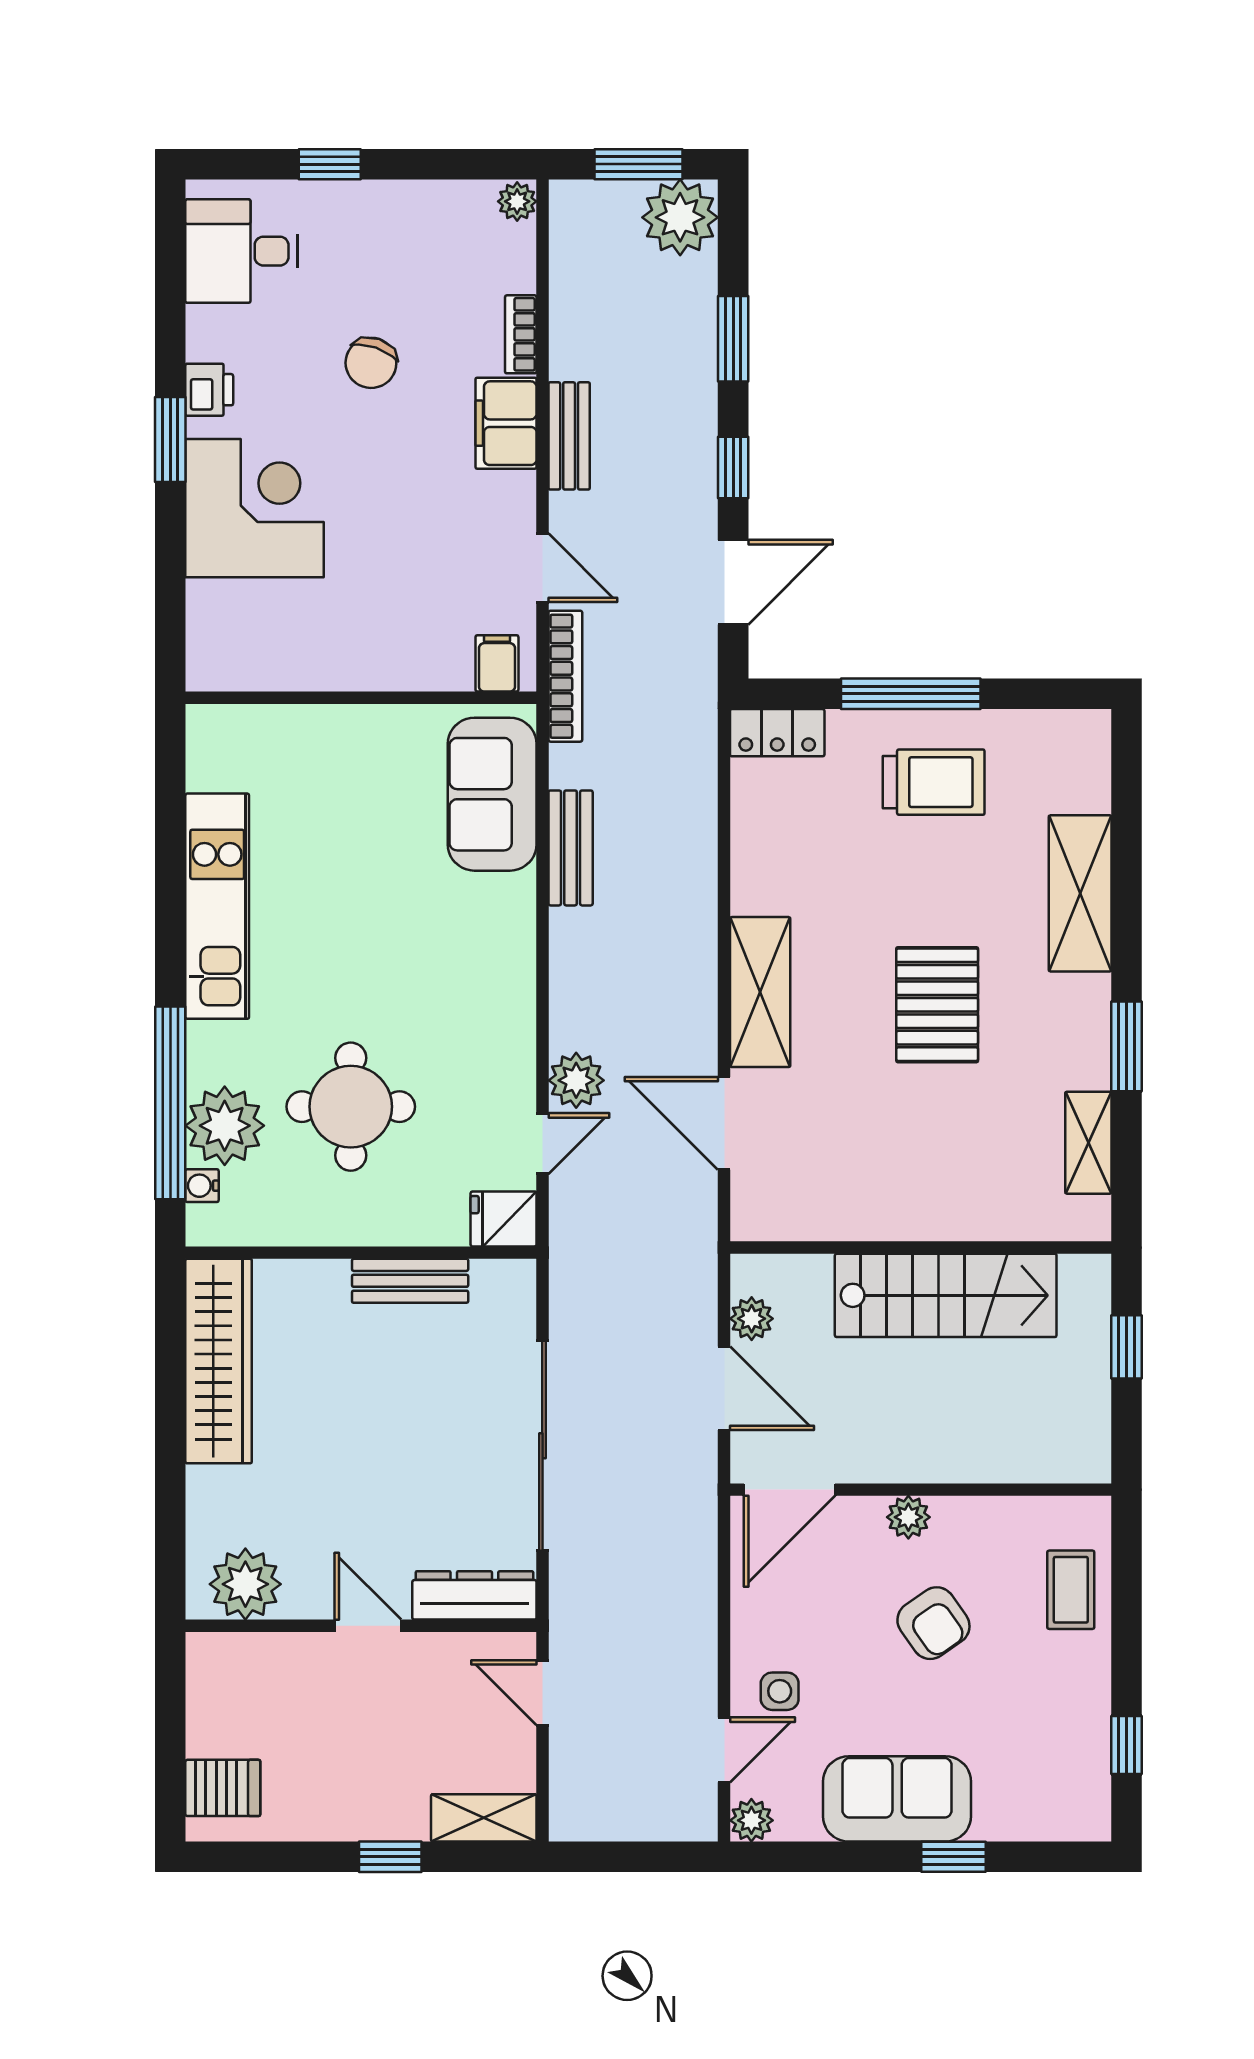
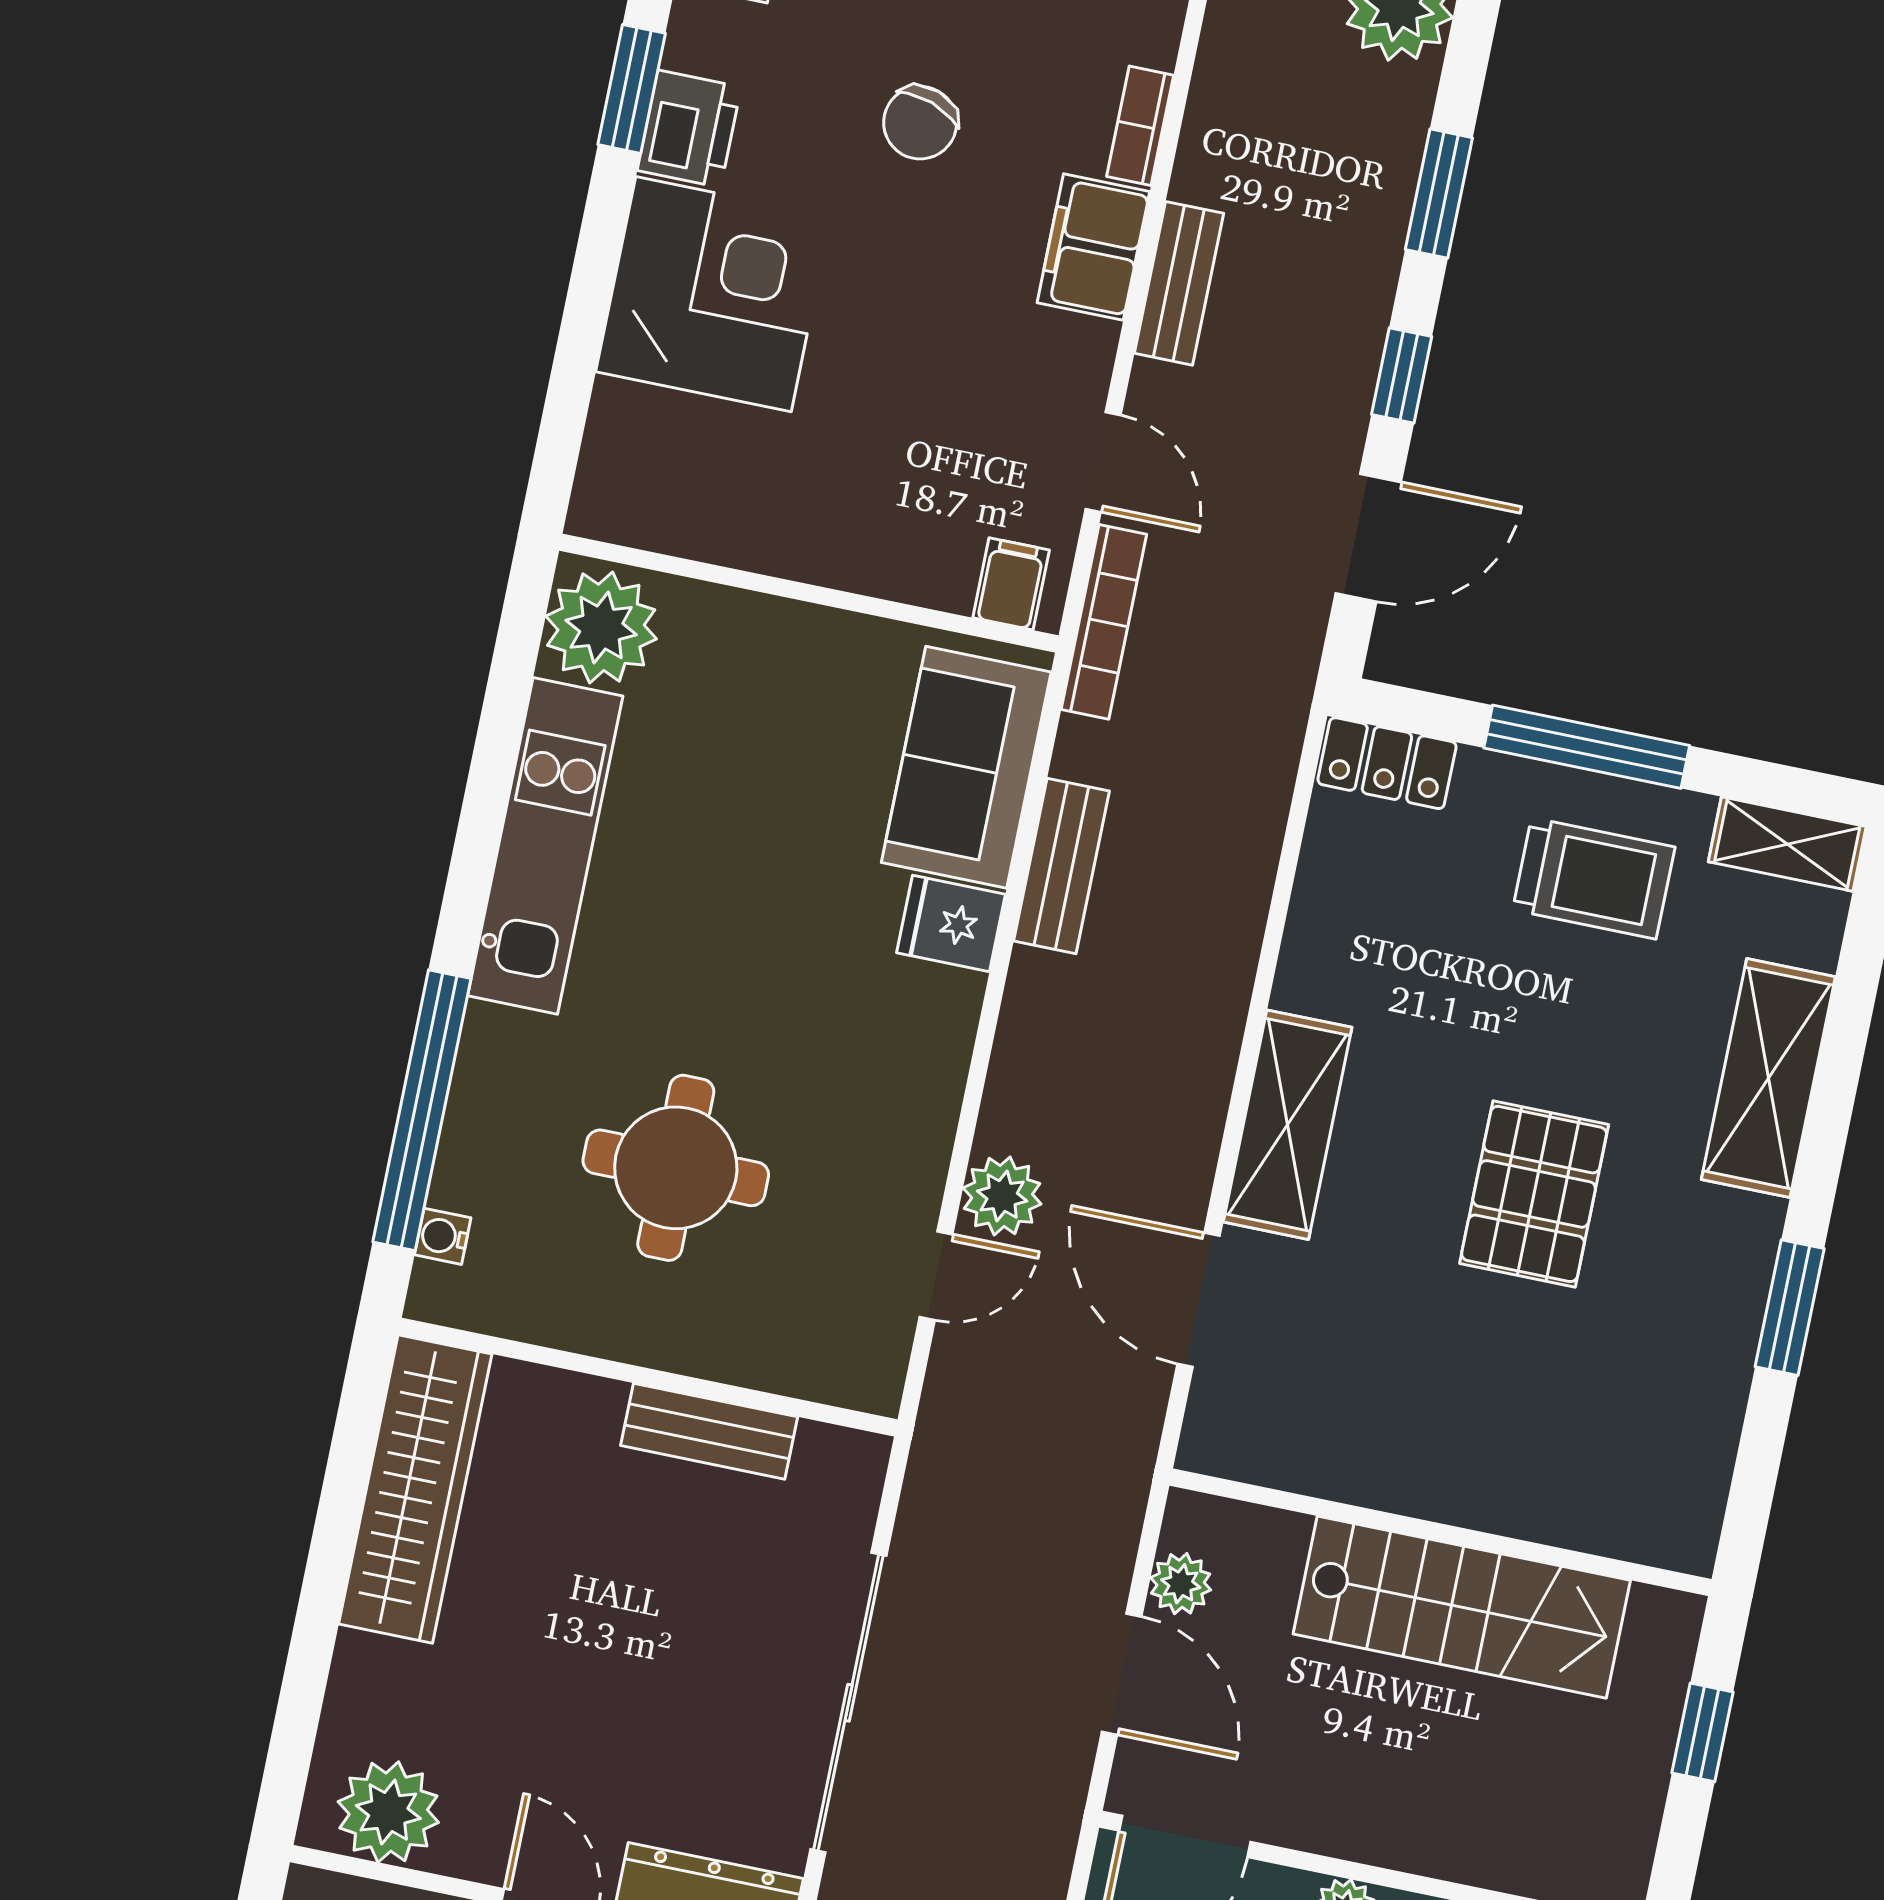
printer: (209, 390) -> (689, 129), width x1.36, depth x1.24
window: (170, 440) -> (632, 89), moved
plant: (225, 1126) -> (601, 627), moved
shelving: (1088, 1143) -> (1787, 844), moved, turned 90
fridge: (504, 1219) -> (951, 924), moved

